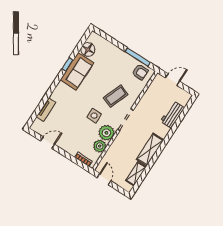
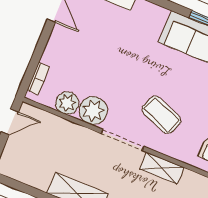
side table: (94, 116) -> (119, 83), removed
shelving: (136, 174) -> (162, 168), moved

